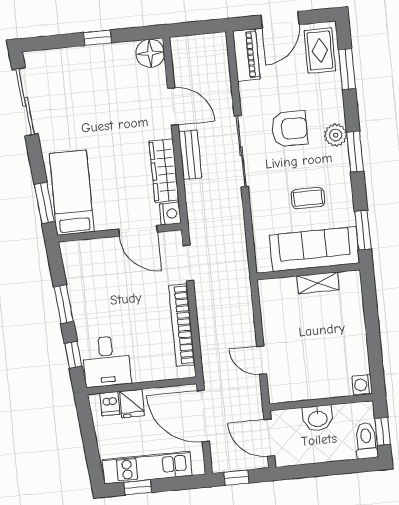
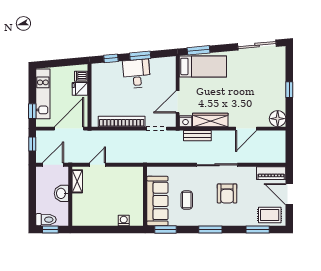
plant: (336, 135) -> (221, 219), removed
bench: (190, 155) -> (197, 136), moved
shelving: (318, 283) -> (77, 181), moved
desk: (107, 361) -> (137, 74), moved, turned 85
washing machine: (362, 385) -> (124, 220), moved
window: (138, 487) -> (32, 111), moved

